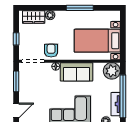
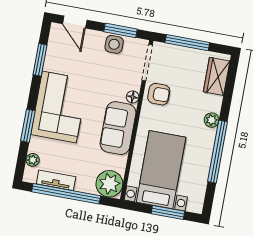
window: (80, 8) -> (218, 152), width x1.46
plant: (50, 15) -> (212, 120), moved
window: (123, 32) -> (168, 212), added
window: (16, 39) -> (187, 43), width x2.17
side table: (25, 84) -> (114, 44), added

